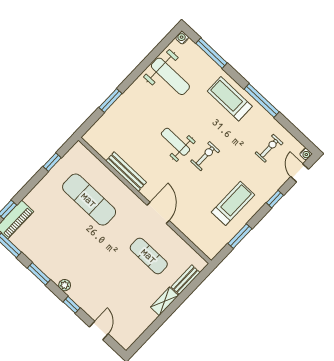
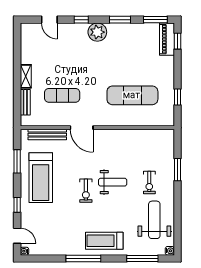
weight bench: (170, 76) -> (154, 220), turned 90
treadmill: (230, 99) -> (104, 241), turned 180
exercise bike: (269, 148) -> (149, 183), moved
bench: (126, 172) -> (47, 135), moved
treadmill: (233, 203) -> (41, 178), width x1.37, depth x1.38
plant: (65, 285) -> (97, 32), width x1.88, depth x1.88

